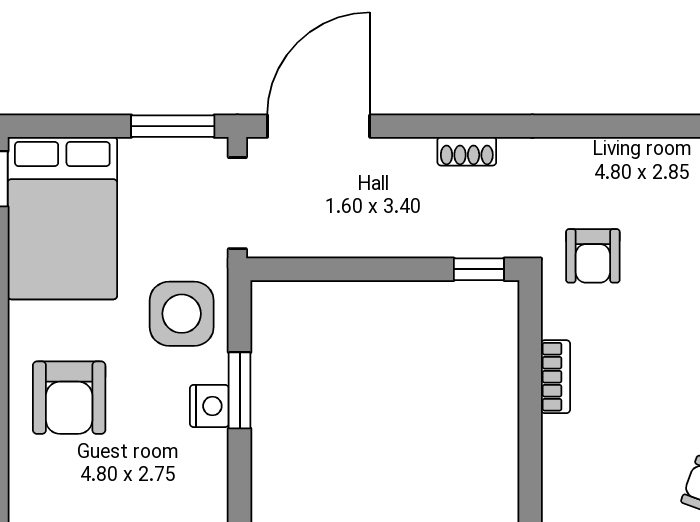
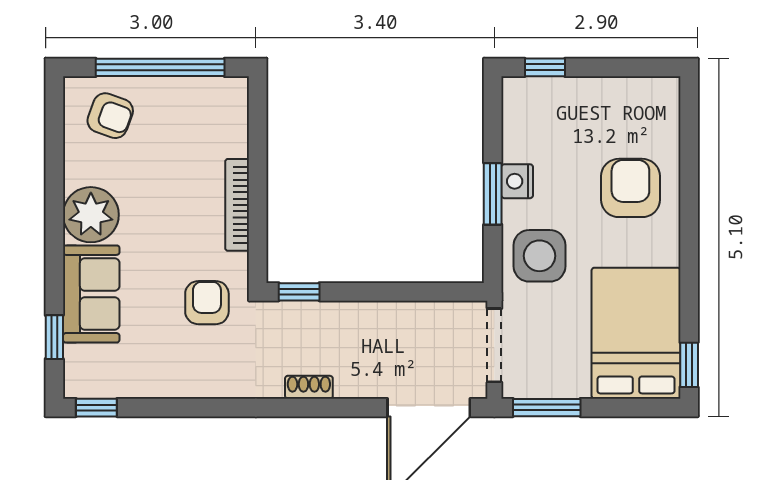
bookcase: (556, 377) -> (237, 205), width x1.56

